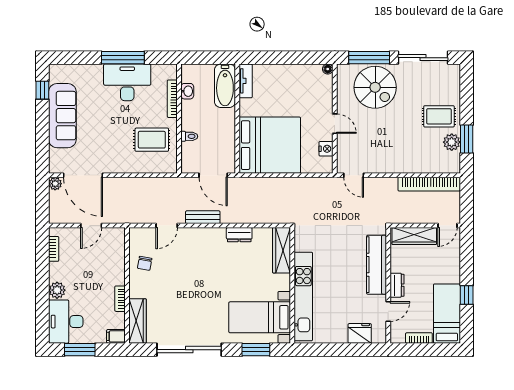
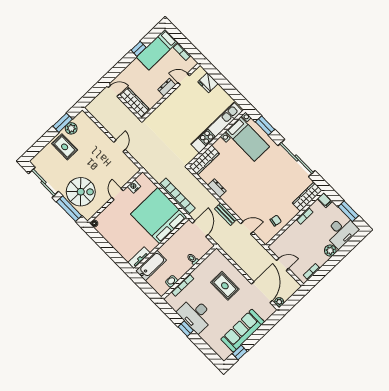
window: (123, 58) -> (186, 329), width x0.46
spiral stairs: (375, 87) -> (81, 192), turned 90
rug: (152, 140) -> (225, 286), moved
door: (354, 175) -> (120, 146), moved
bookcase: (429, 184) -> (177, 196), moved
kitchen counter: (376, 265) -> (166, 107), removed

